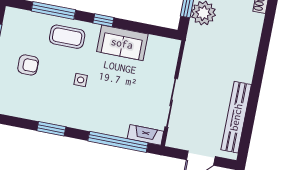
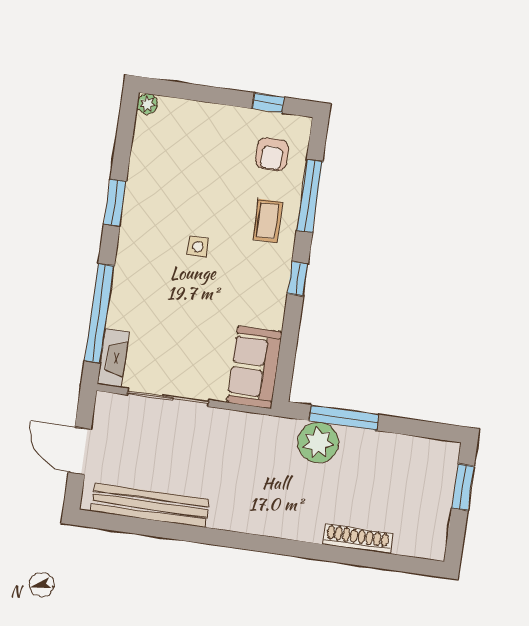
coffee table: (67, 37) -> (268, 221), width x0.73, depth x0.77
sofa: (122, 43) -> (254, 367), moved
armchair: (28, 65) -> (272, 154), moved

